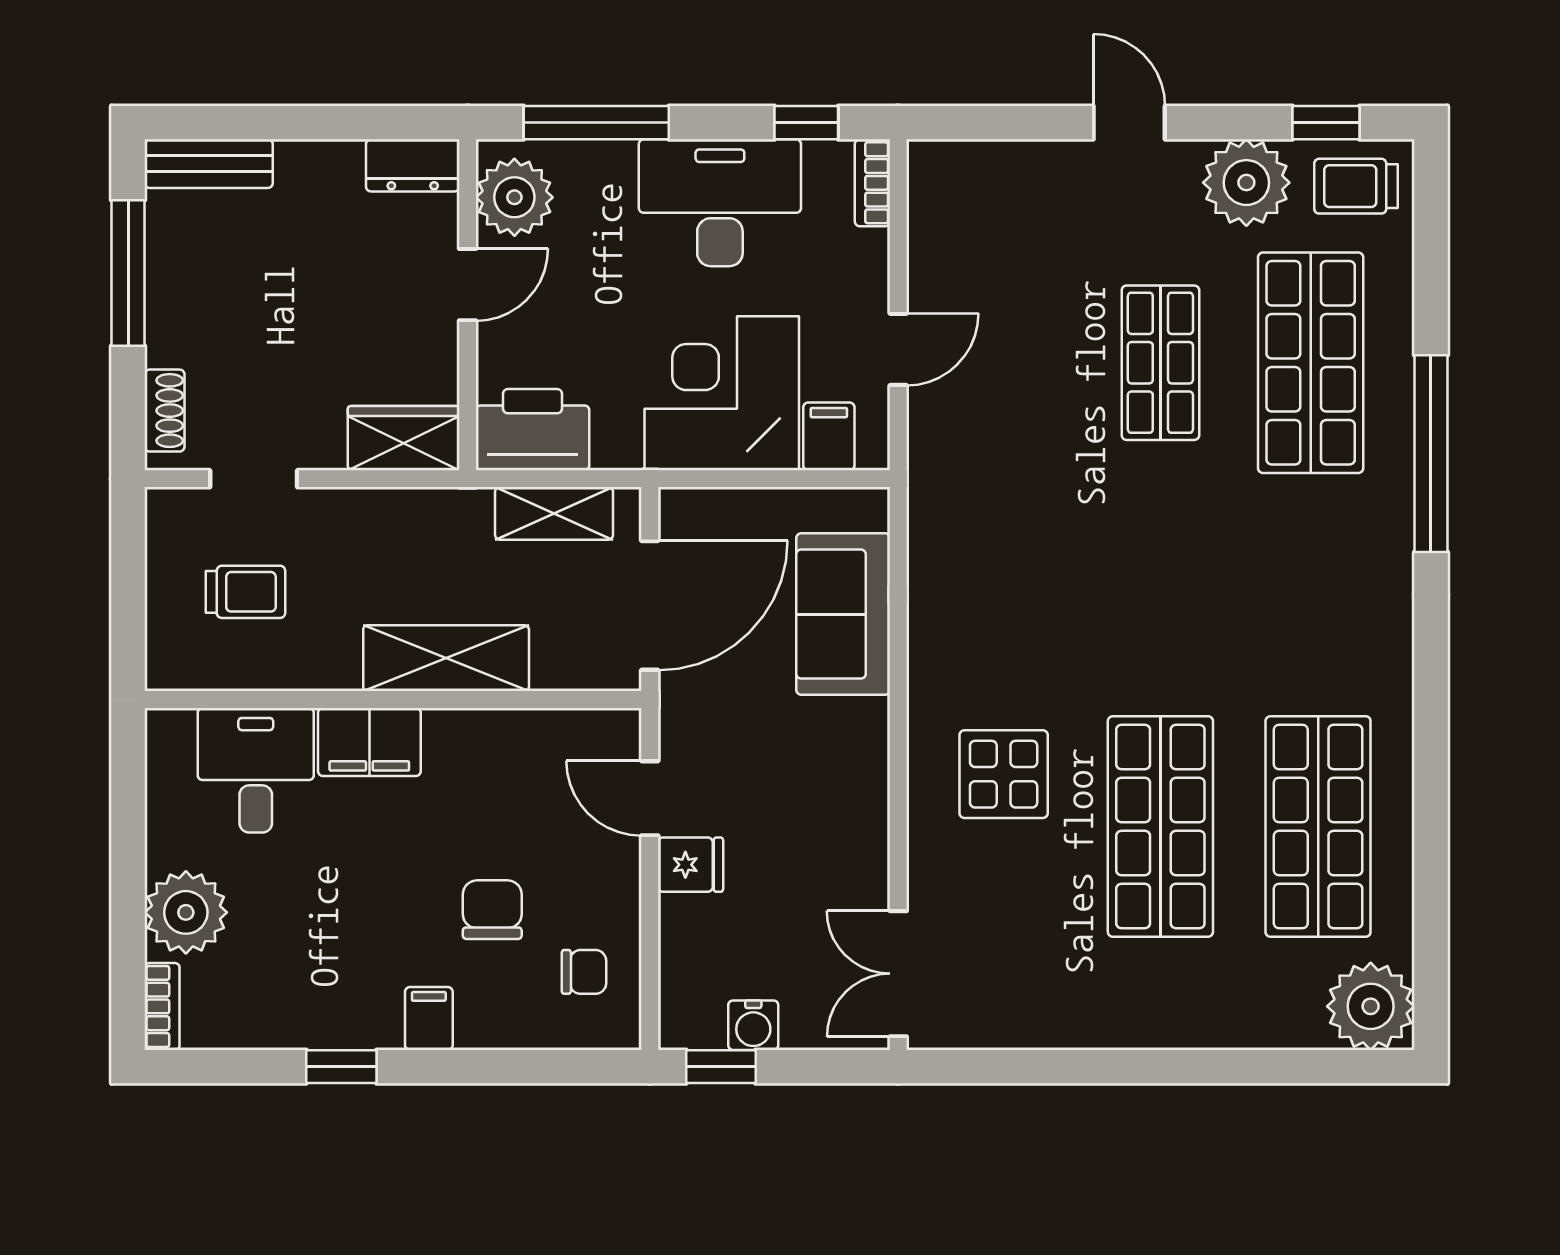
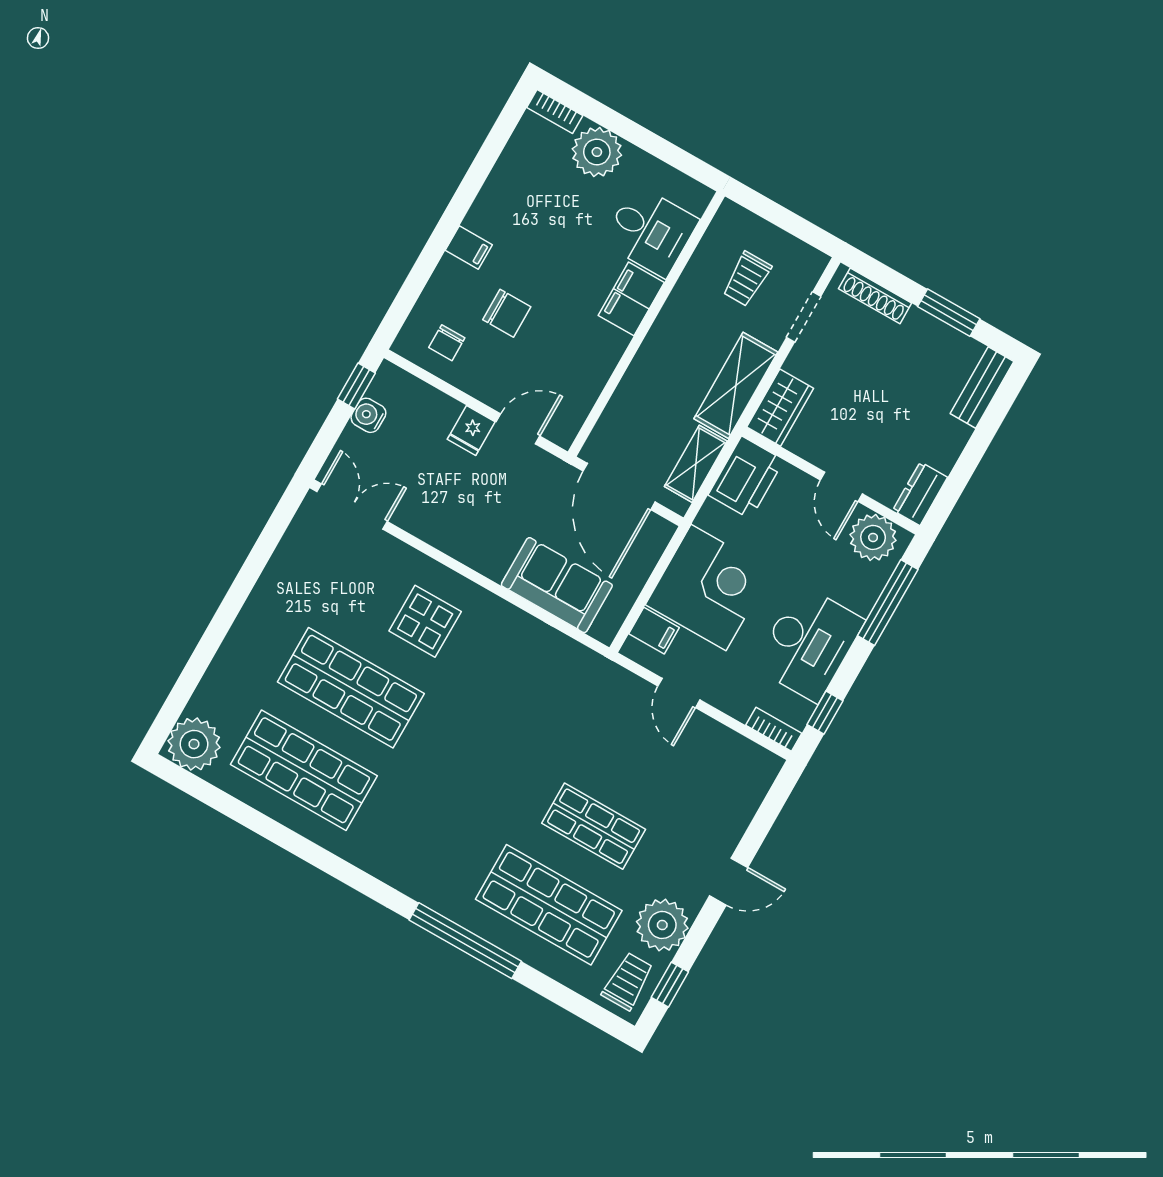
window: (128, 273) -> (949, 313), width x0.69
shoe rack: (165, 411) -> (875, 296), width x1.43
shelving: (446, 658) -> (736, 385), moved
window: (341, 1067) -> (470, 187), removed

